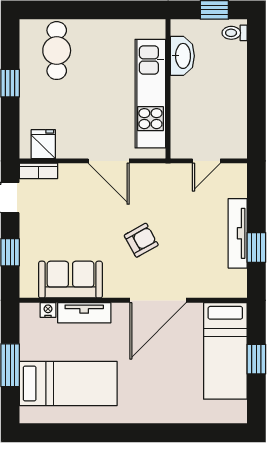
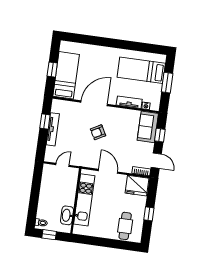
fridge: (43, 144) -> (137, 186), width x1.88, depth x1.34
sofa: (70, 280) -> (148, 127), moved, turned 90

